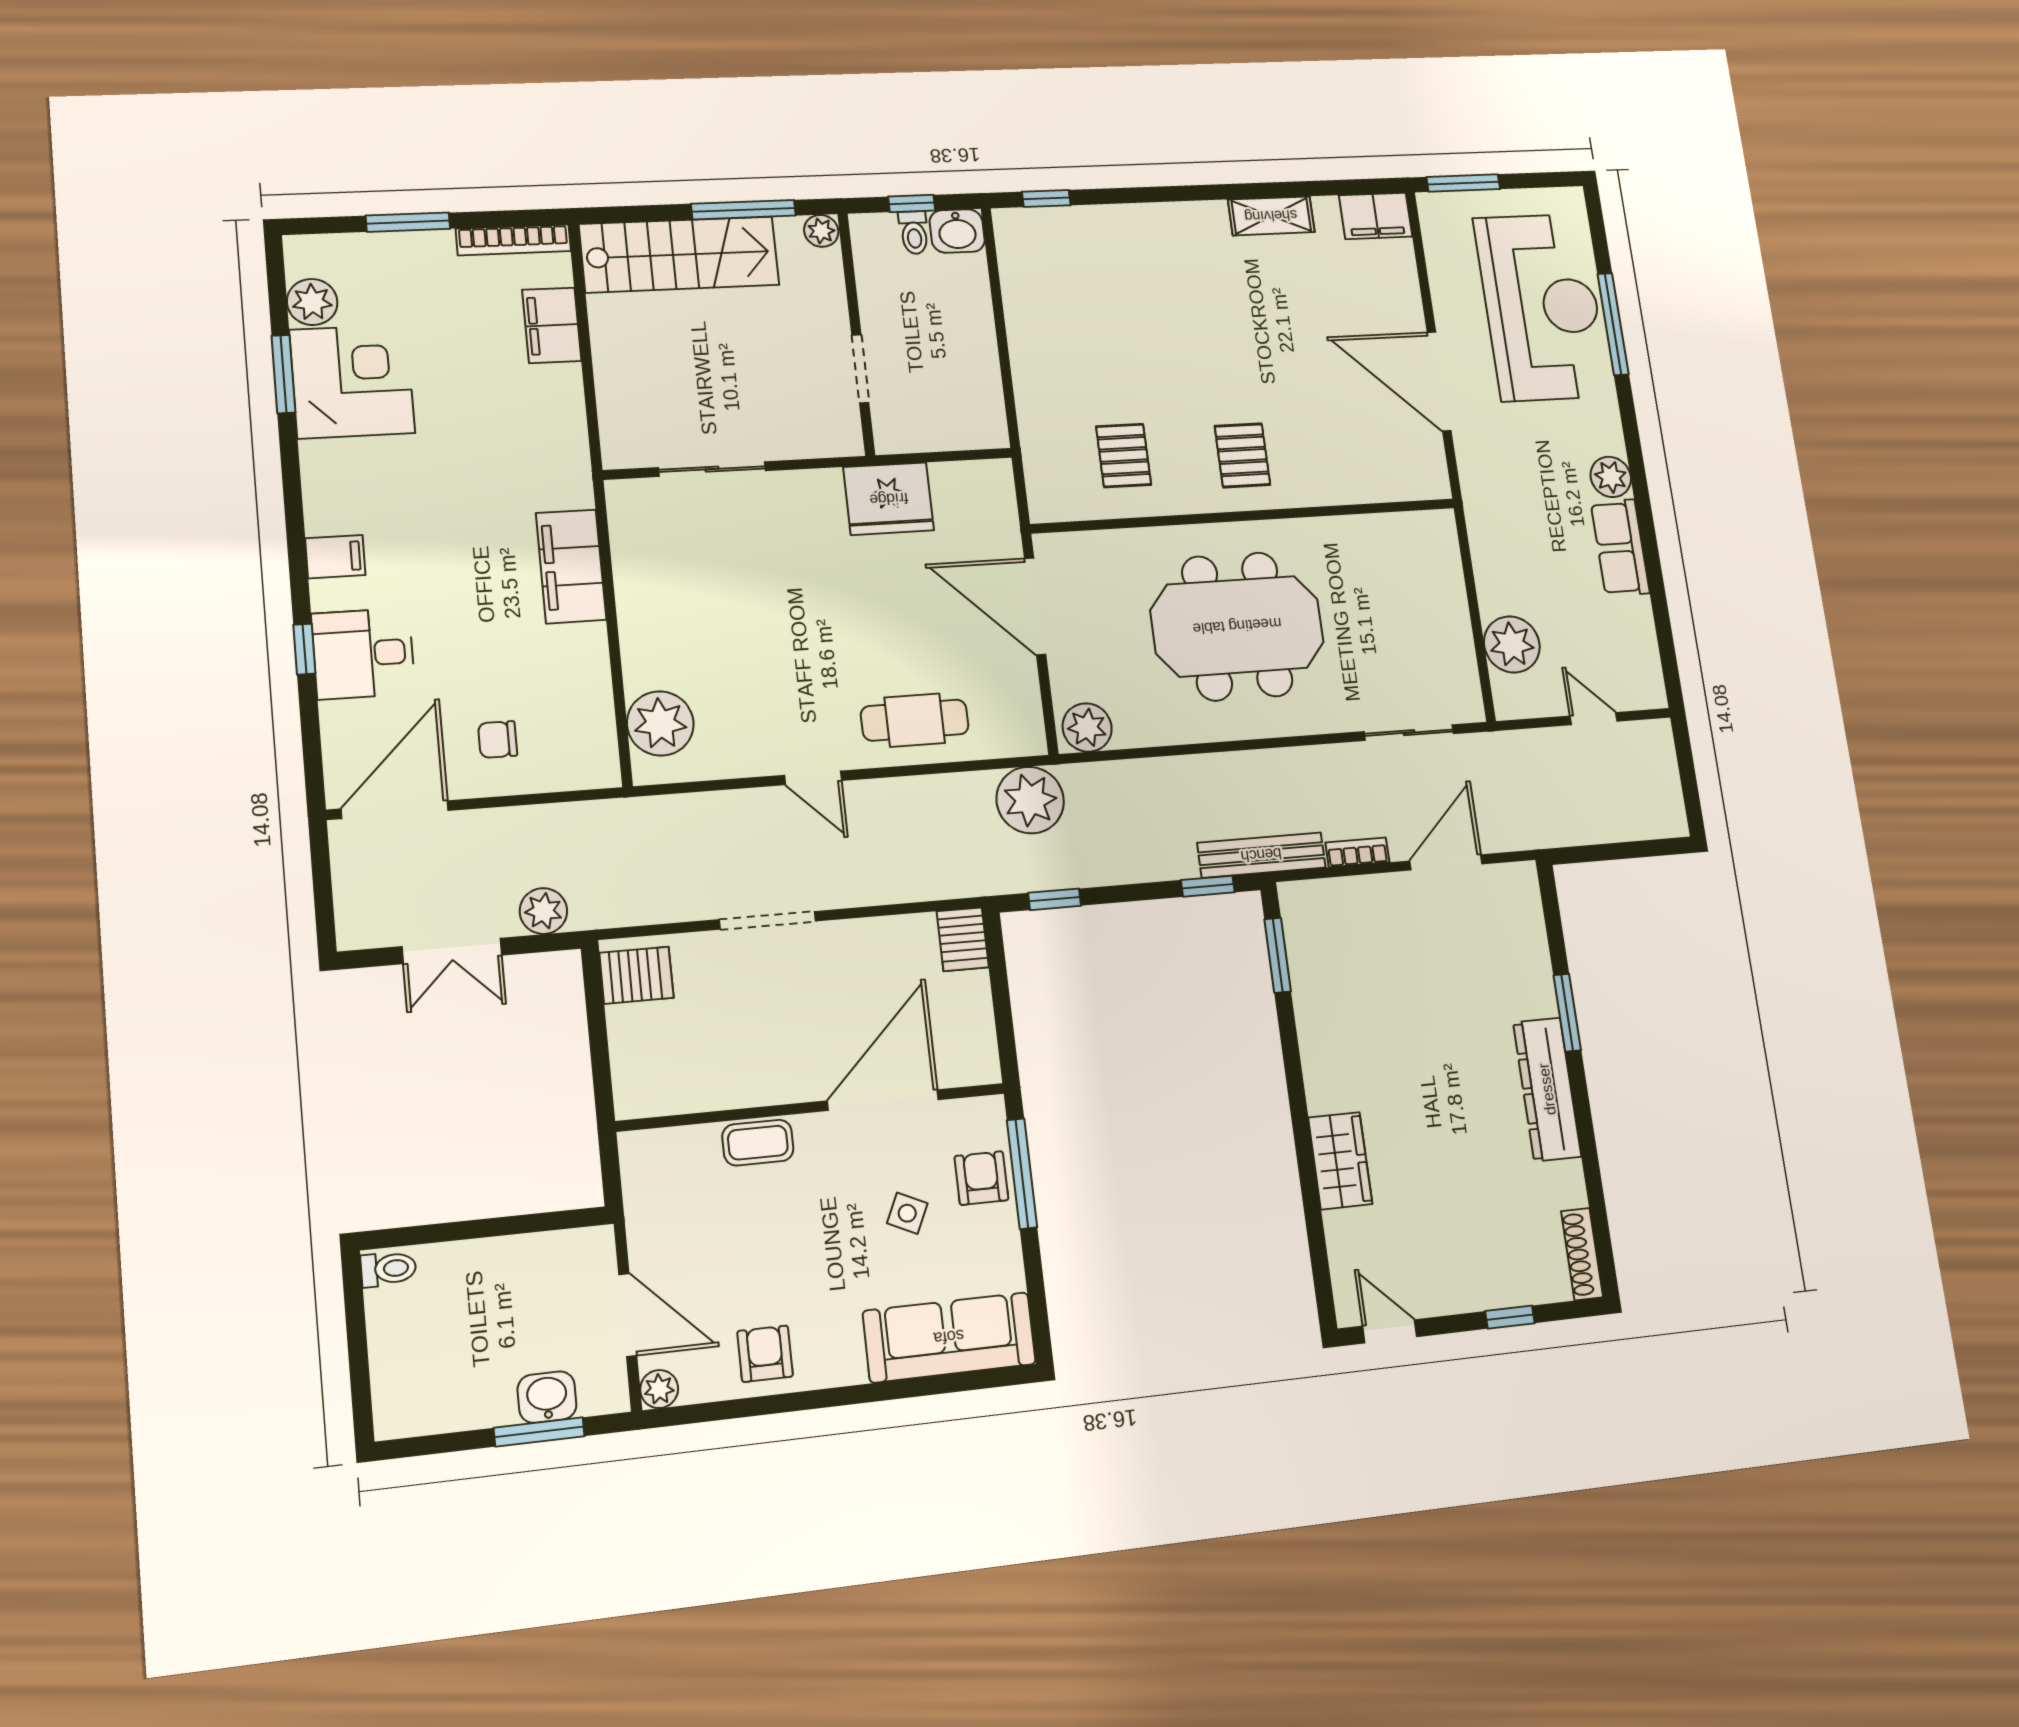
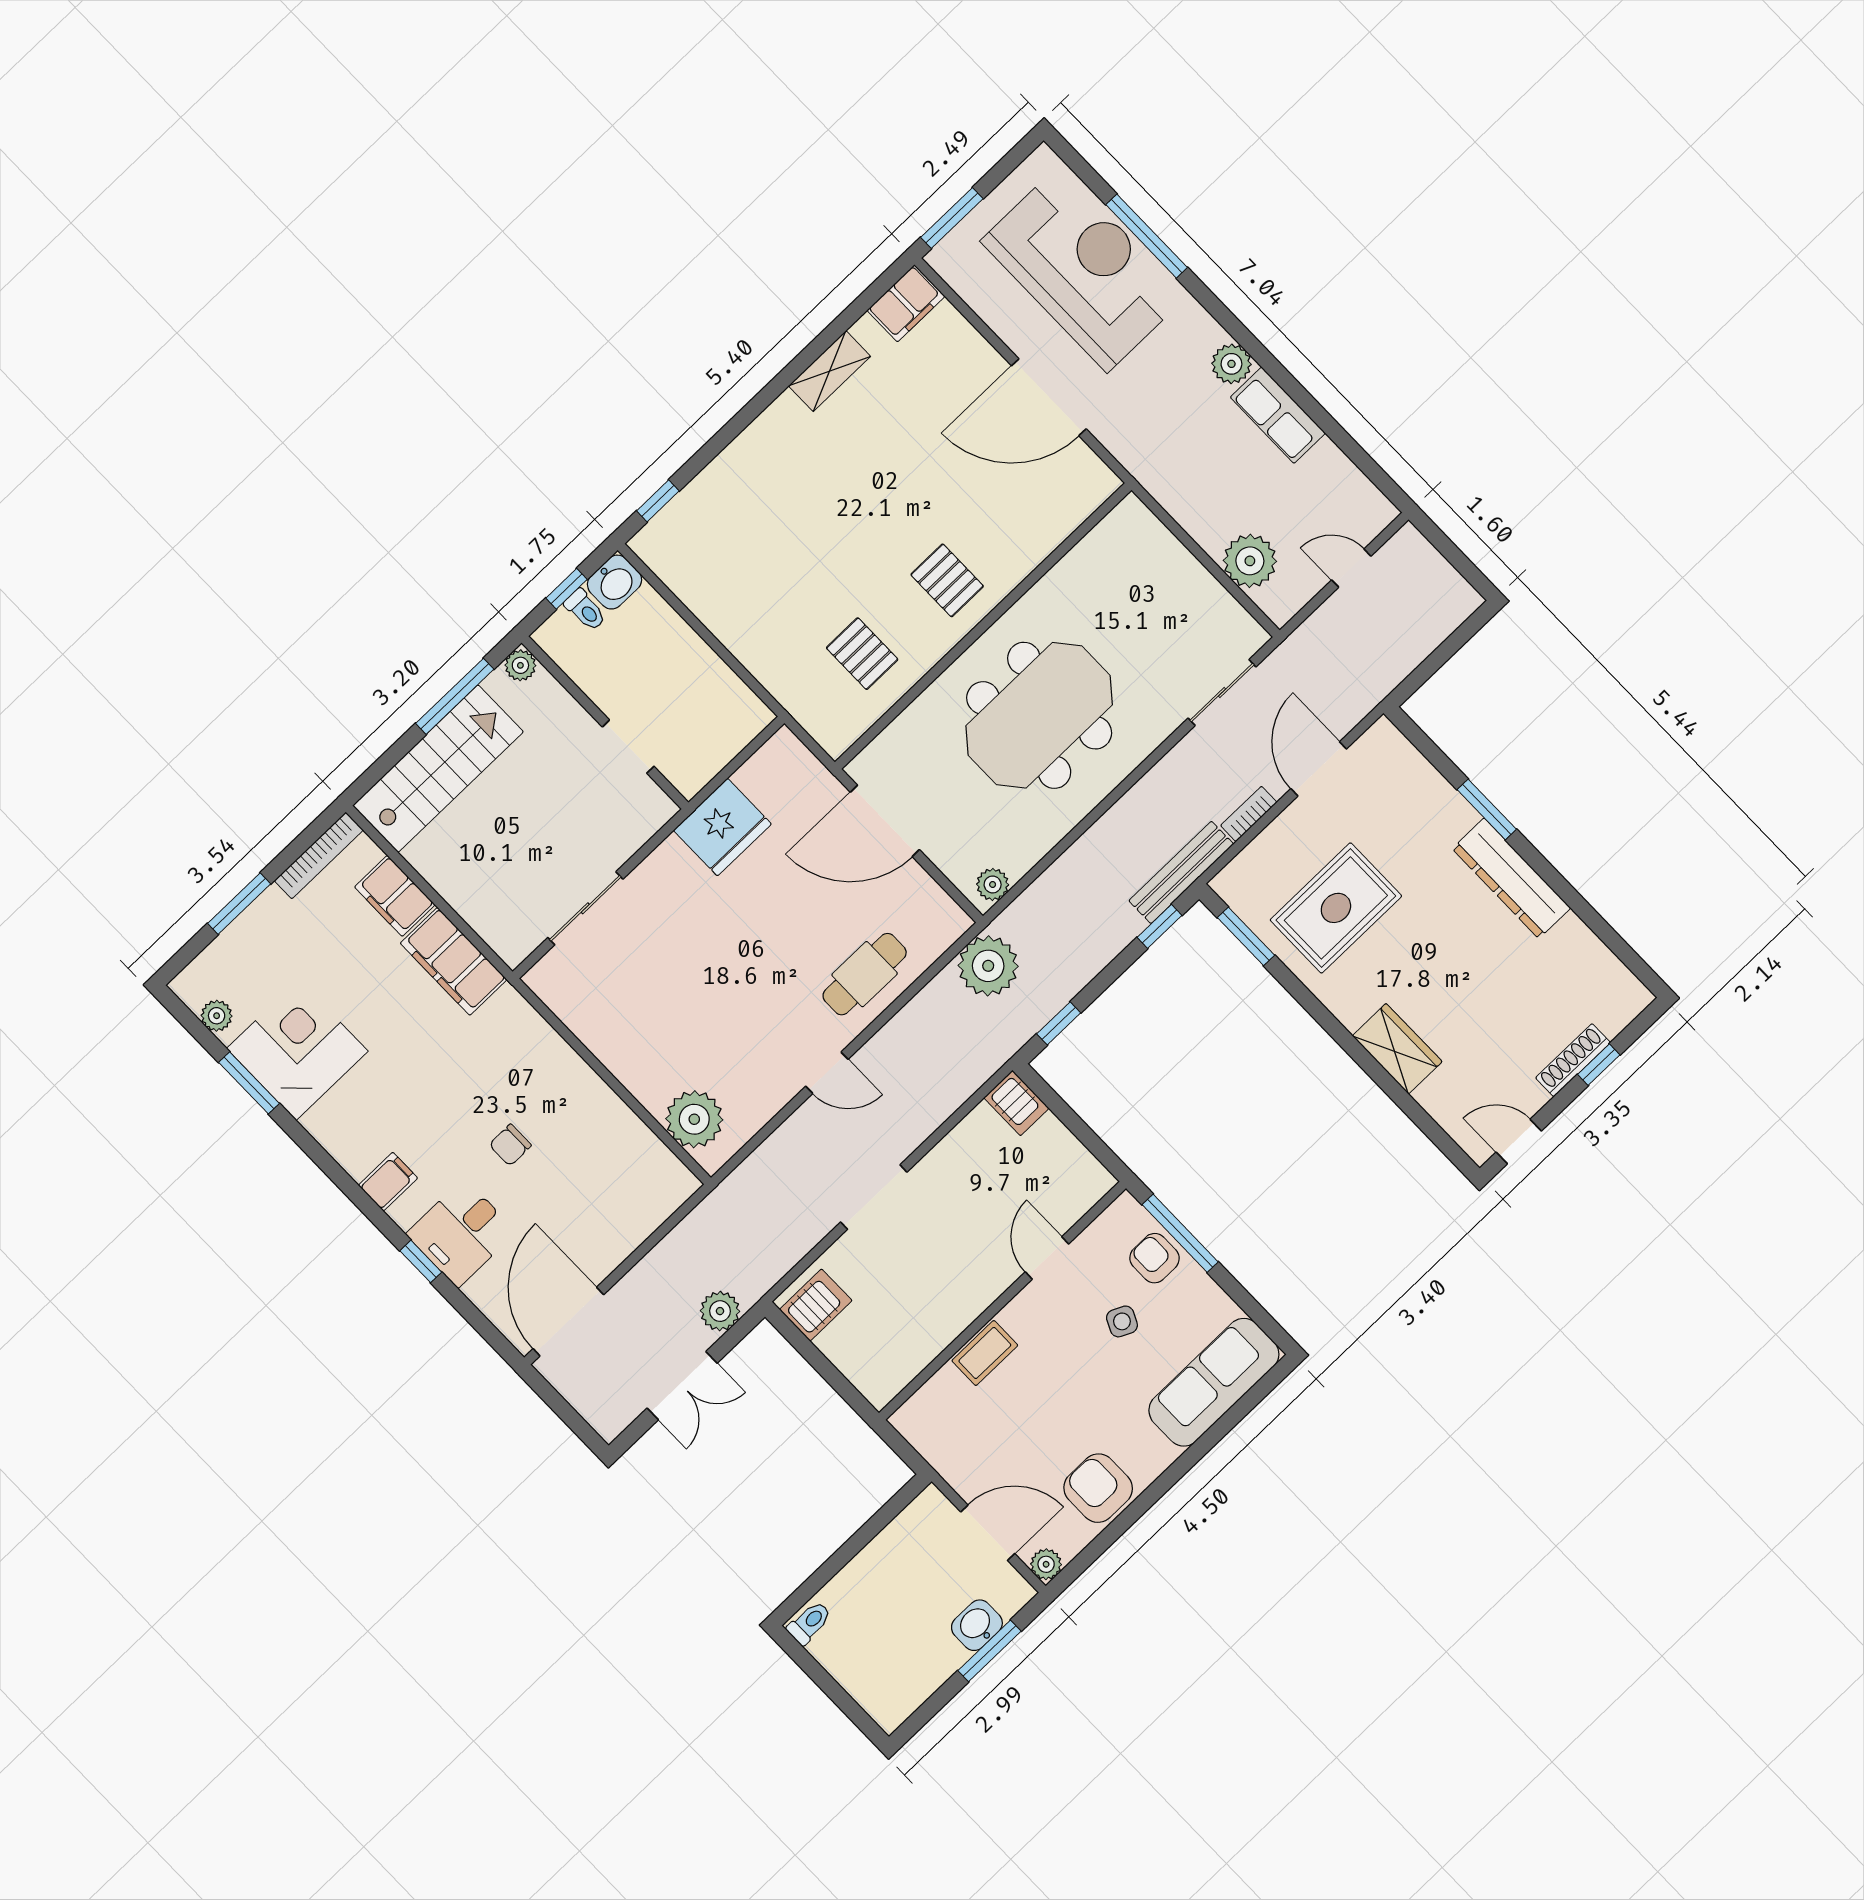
plant: (312, 302) -> (217, 1016), width x0.73, depth x0.73
filing cabinet: (571, 566) -> (454, 961), moved
plant: (1087, 728) -> (993, 884), width x0.73, depth x0.73
chair: (498, 740) -> (510, 1145), moved
rug: (1375, 993) -> (1336, 908), added
door: (883, 1100) -> (1047, 1258), width x0.53
shoe rack: (1582, 1254) -> (1573, 1060), moved, turned 90
armchair: (765, 1354) -> (1098, 1488), width x1.38, depth x1.38

